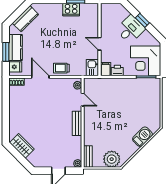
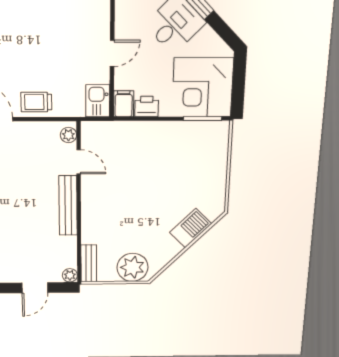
door: (99, 44) -> (112, 53), swing flipped
bench: (77, 123) -> (68, 206), width x1.36

